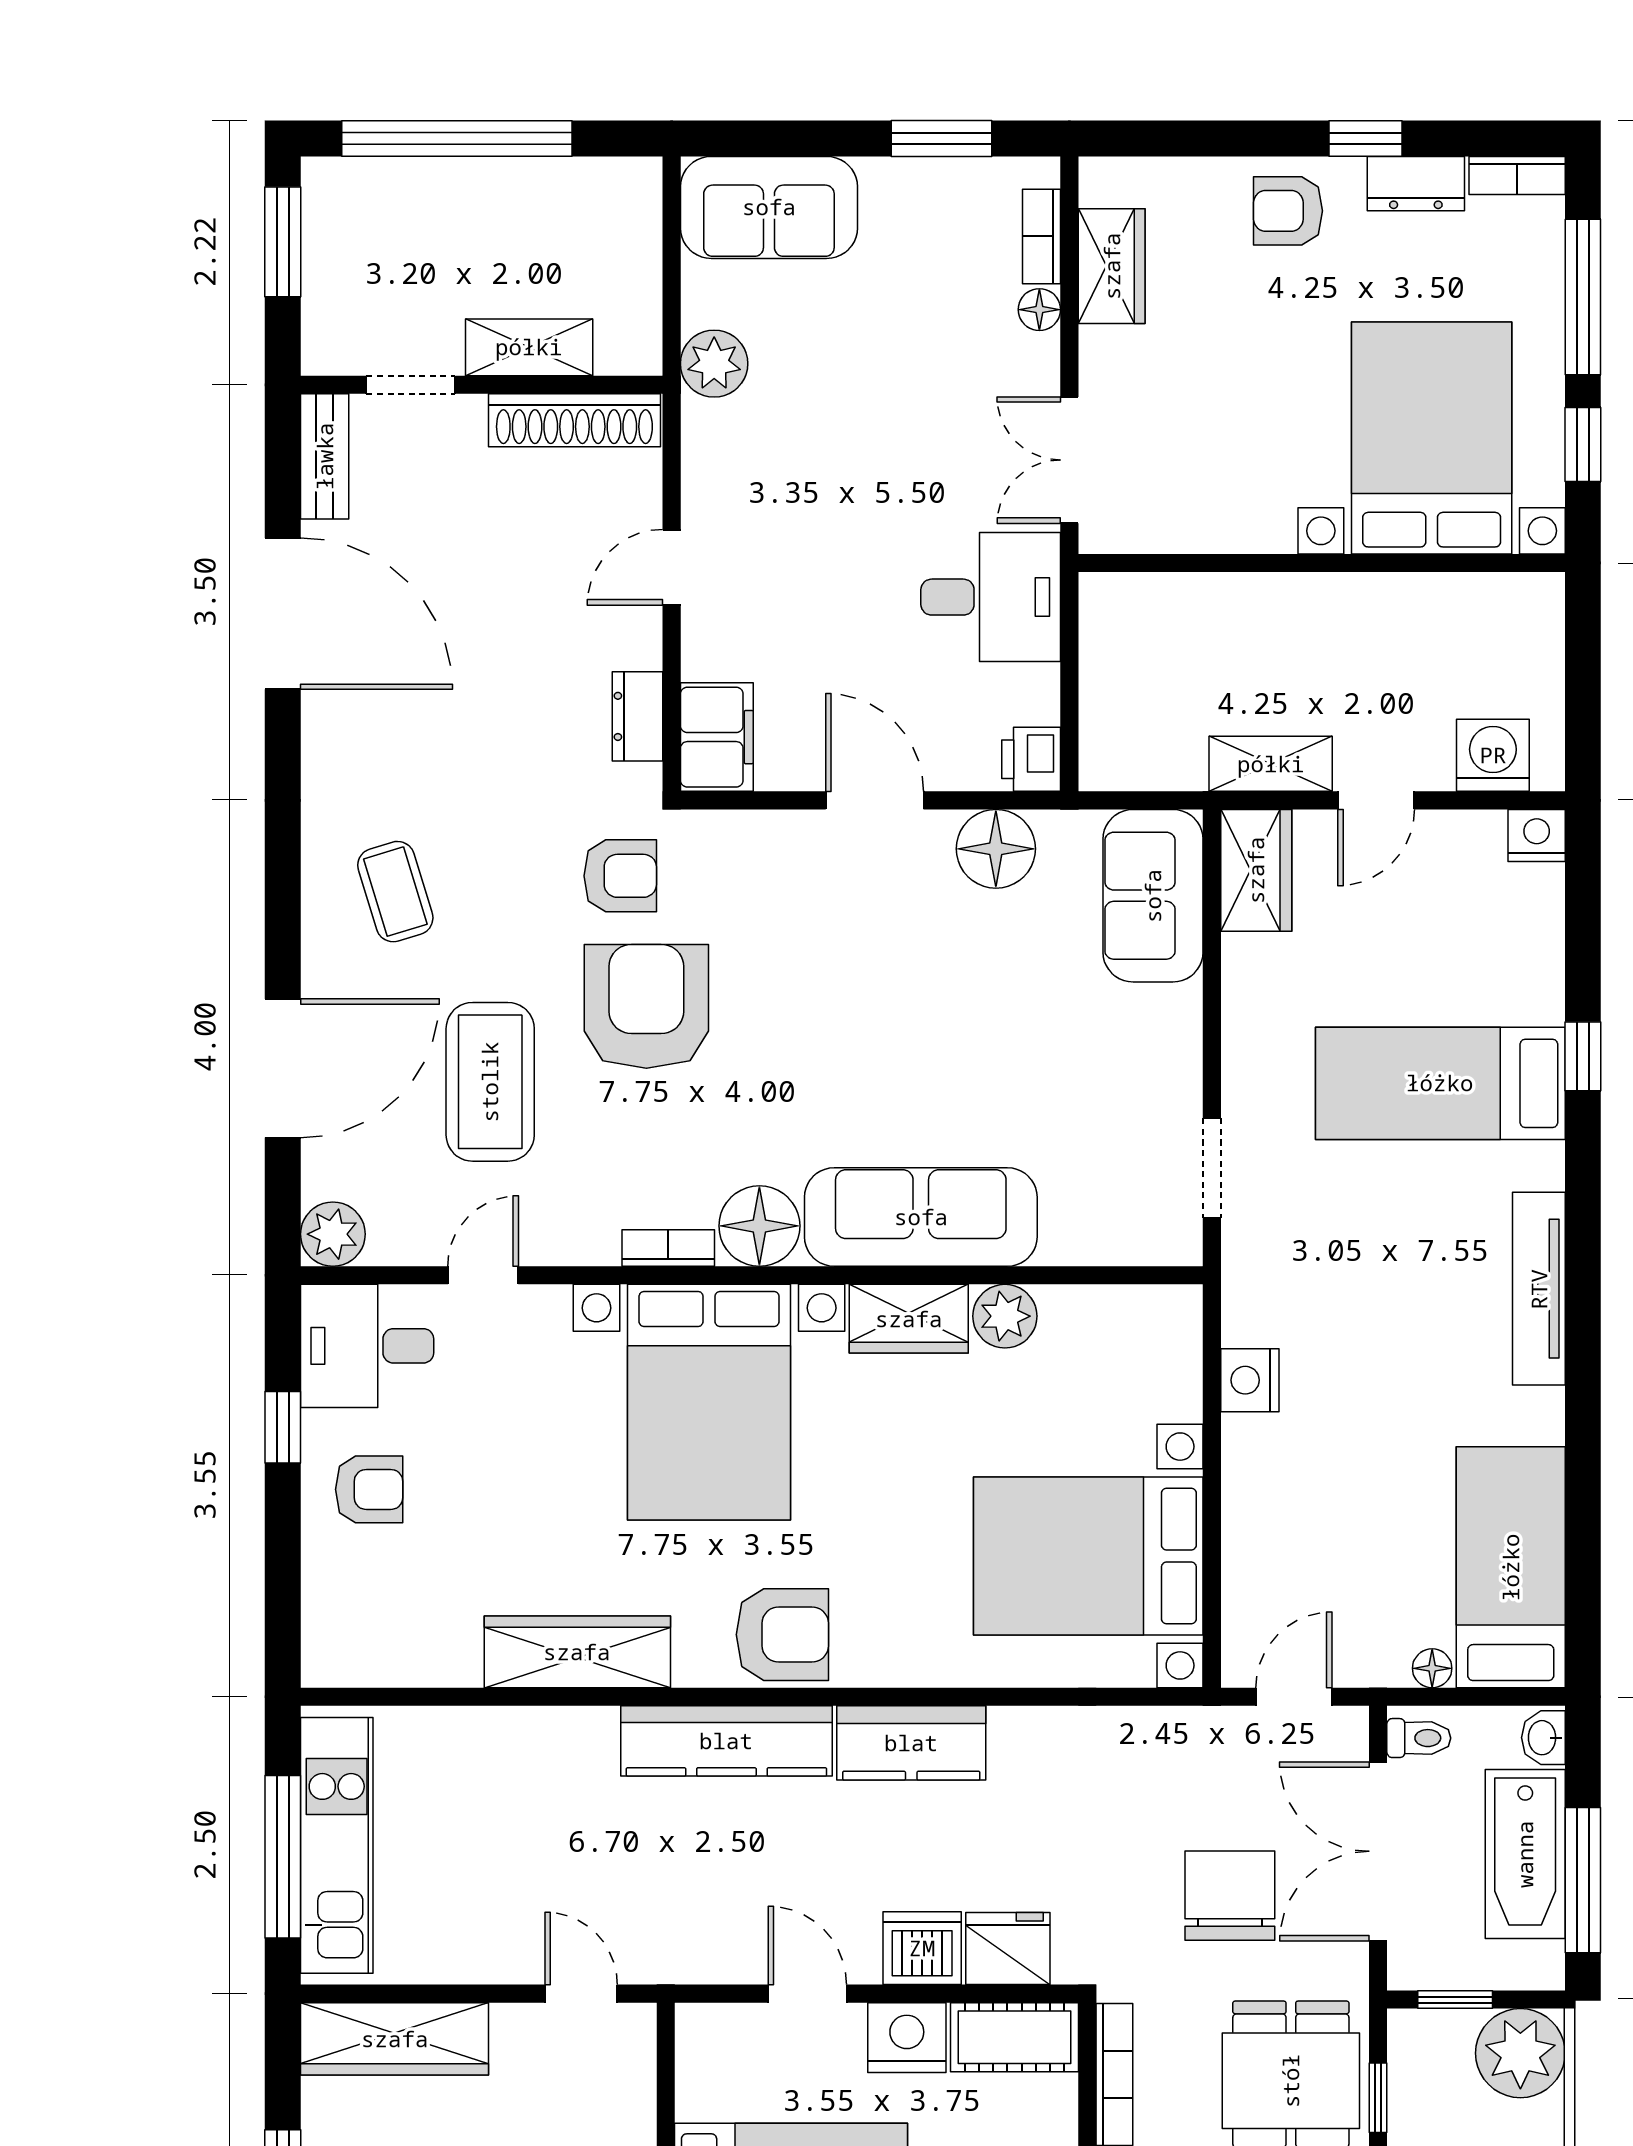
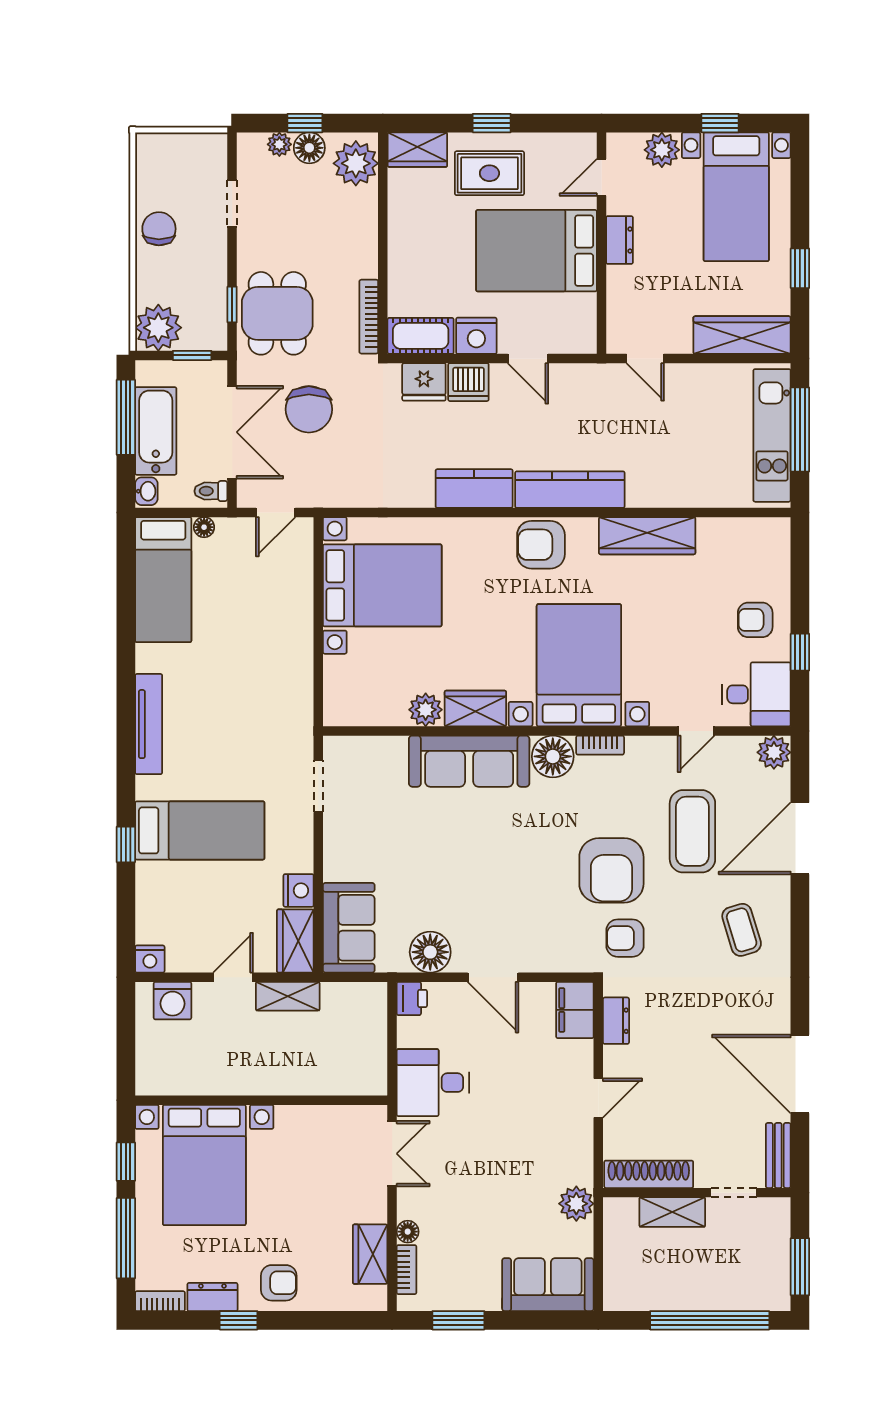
nightstand: (1250, 1380) -> (299, 890), moved

